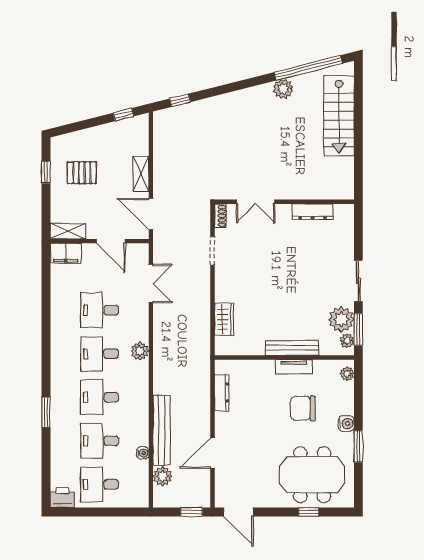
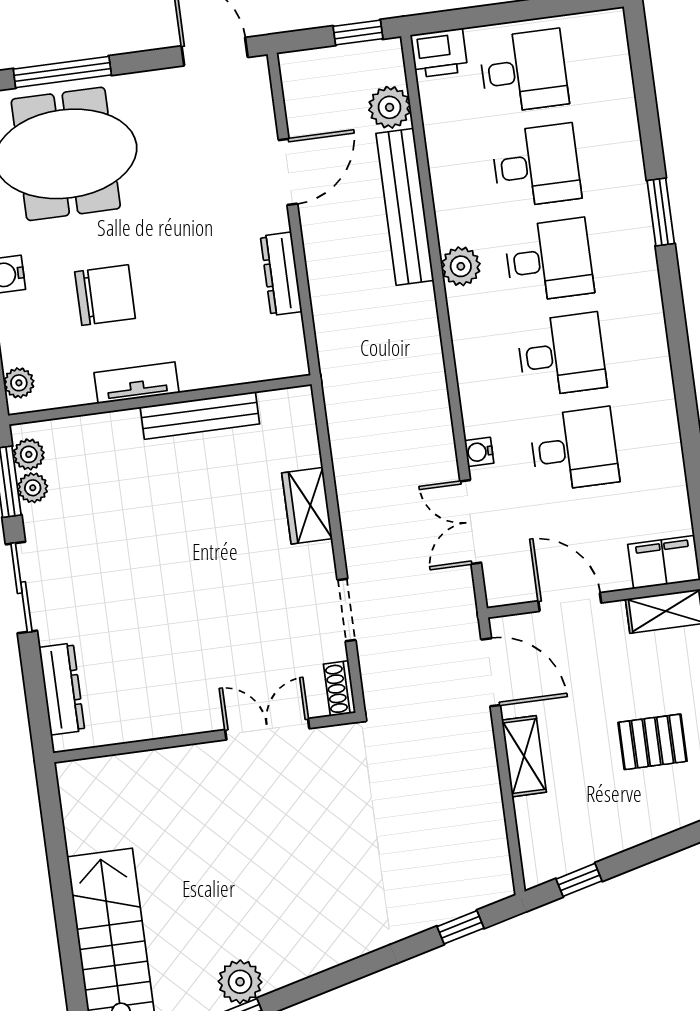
dresser: (312, 212) -> (62, 689), moved, turned 90
wardrobe: (224, 319) -> (307, 506), moved
plant: (341, 319) -> (33, 488), width x0.53, depth x0.53
bench: (292, 348) -> (200, 415), moved
plant: (140, 351) -> (461, 266), moved
dresser: (222, 392) -> (281, 274), moved
water cooler: (143, 453) -> (479, 452), moved
printer: (62, 498) -> (439, 53), moved
window: (191, 512) -> (358, 33), moved
window: (309, 512) -> (62, 72), width x2.17

